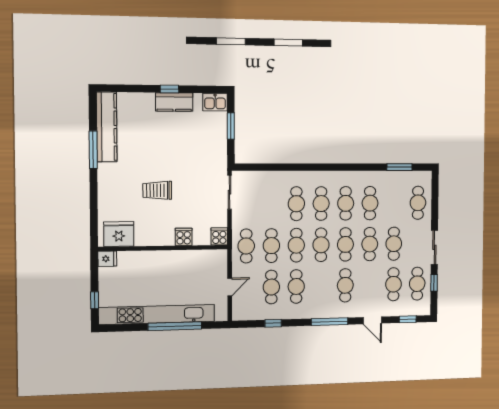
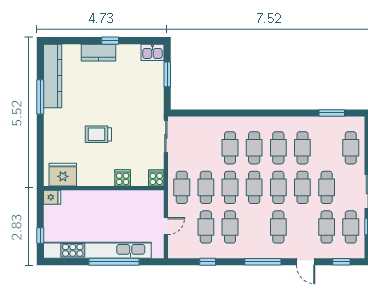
kitchen counter: (174, 102) -> (99, 53), moved

